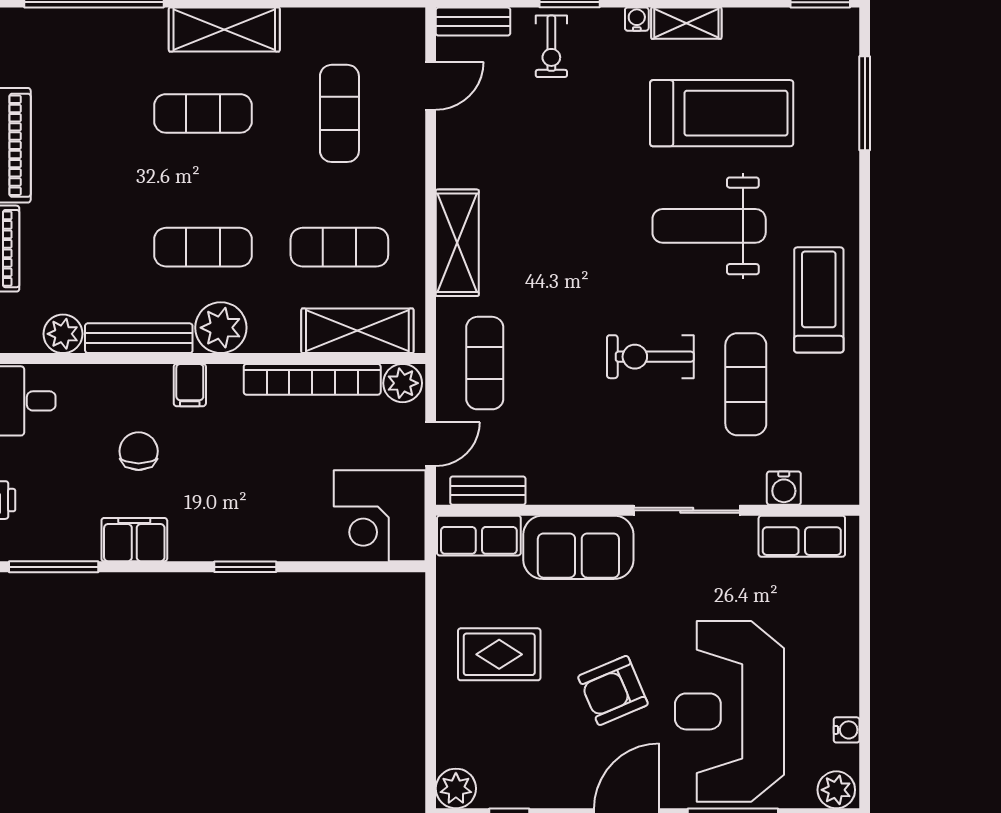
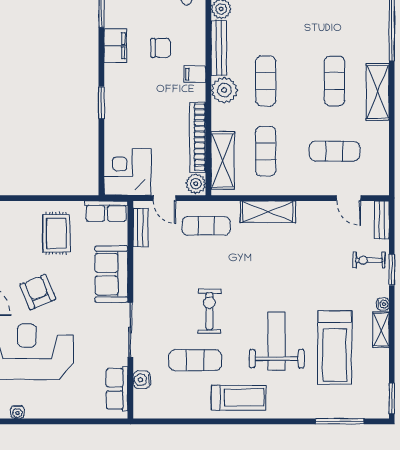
row of seats: (479, 536) -> (106, 211), moved, turned -90

